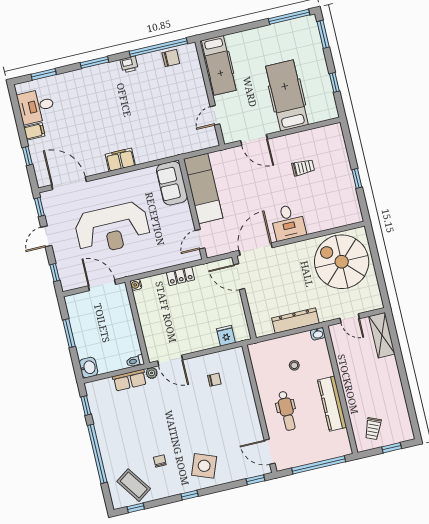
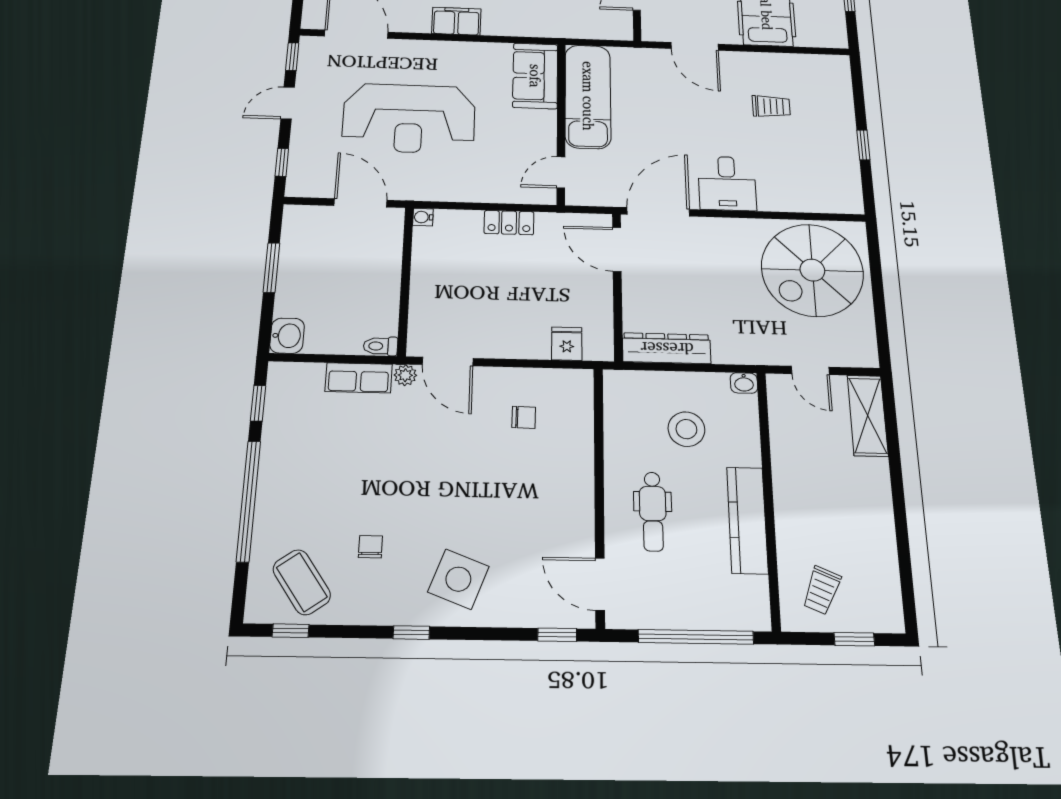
spiral stairs: (342, 262) -> (812, 270), turned -90
dresser: (295, 321) -> (667, 348), moved
stool: (294, 365) -> (686, 429), width x1.89, depth x1.89

